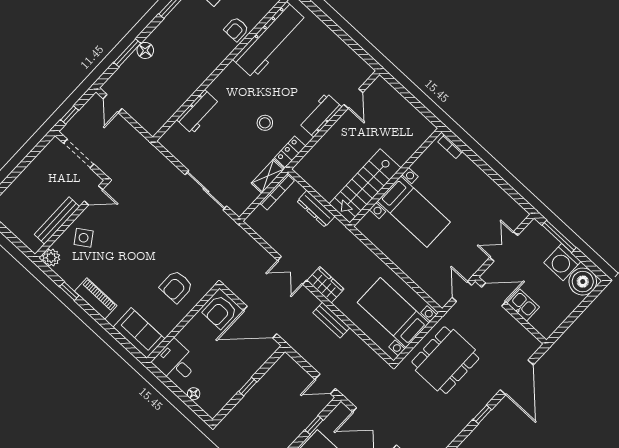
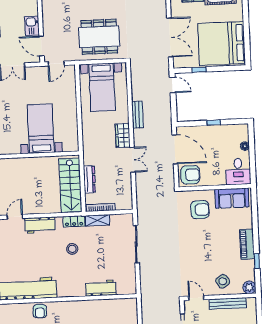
armchair: (236, 29) -> (40, 311), turned 90
stairs: (365, 186) -> (70, 185), moved, turned 90
sofa: (139, 333) -> (232, 198), moved, turned -90

